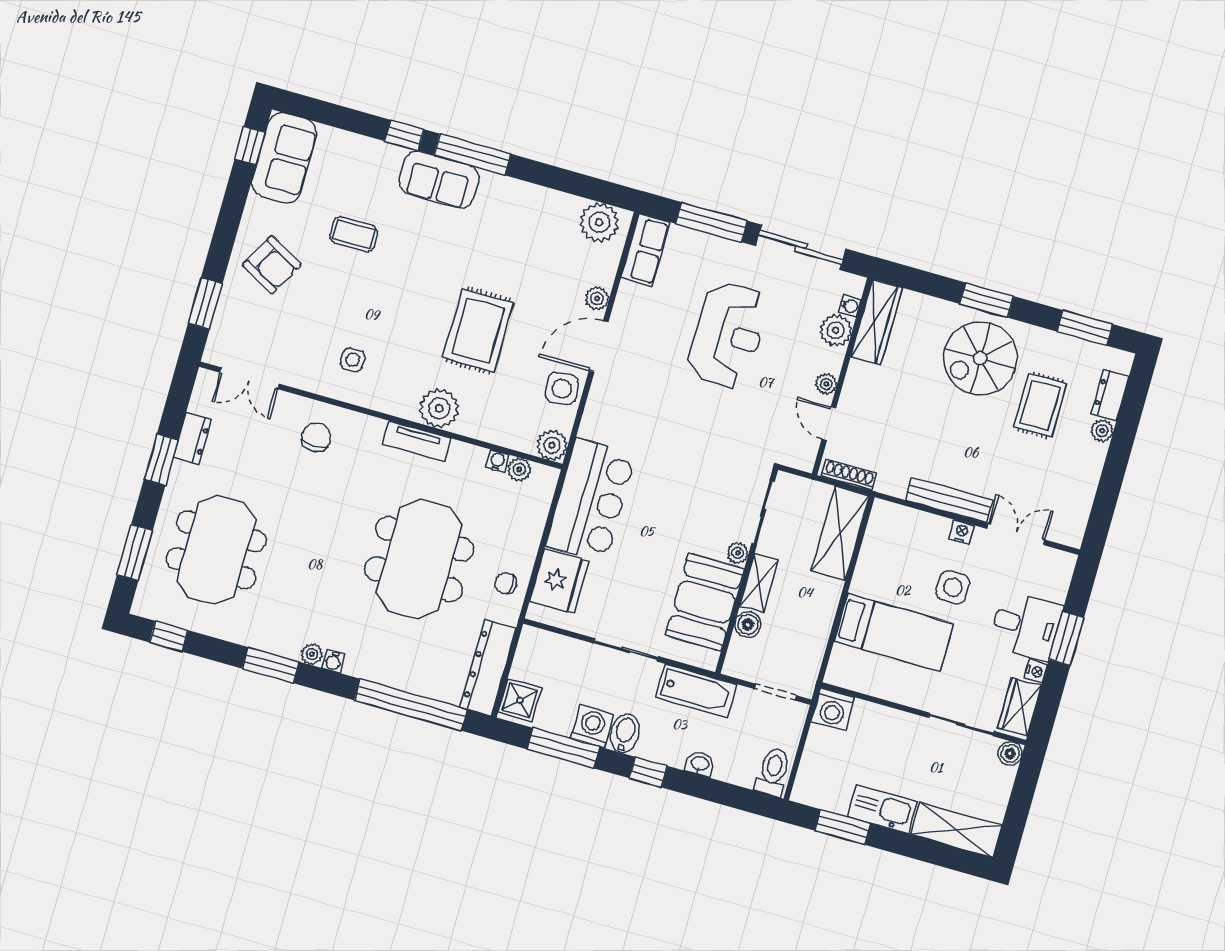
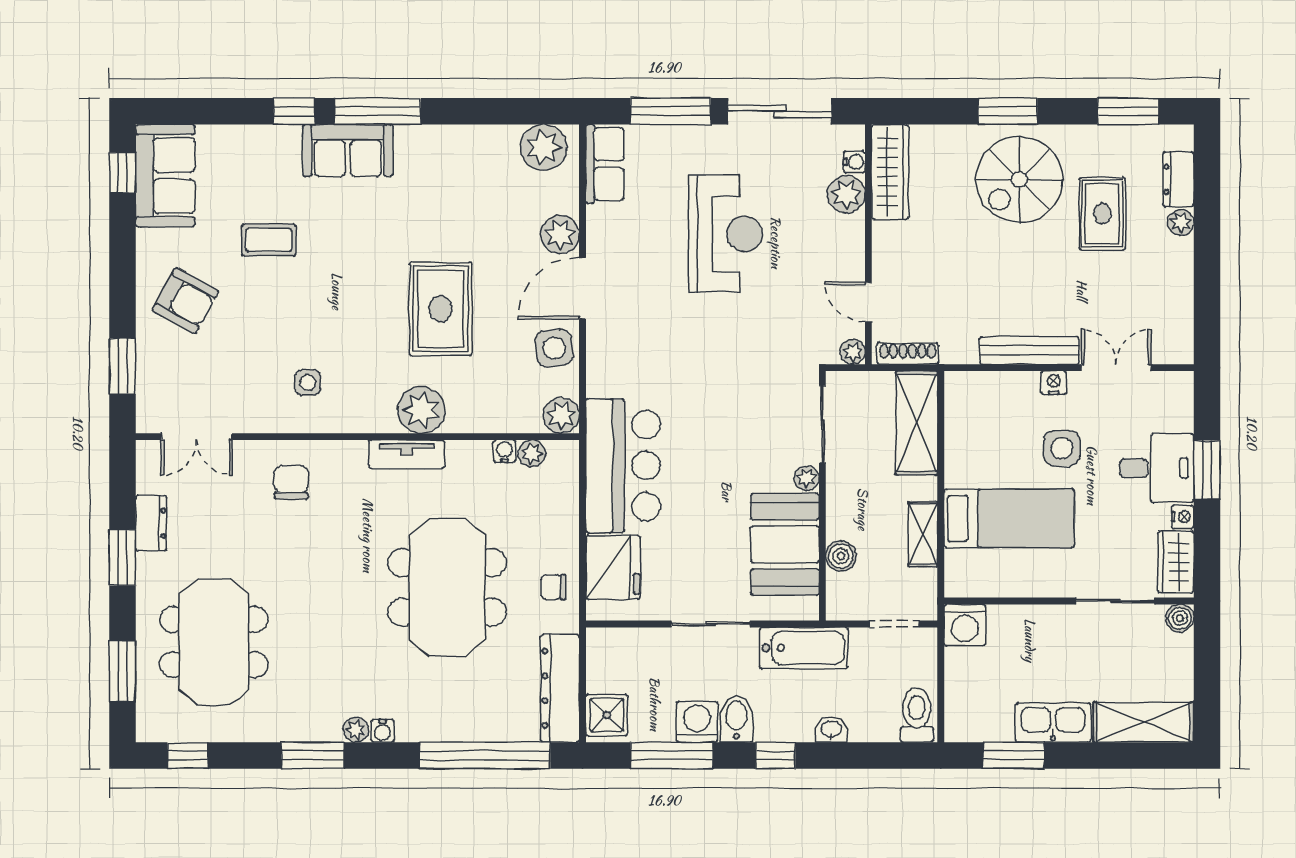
plant: (597, 298) -> (560, 235), width x1.38, depth x1.38
plant: (826, 384) -> (853, 352), moved
shelving: (759, 583) -> (923, 534), moved

